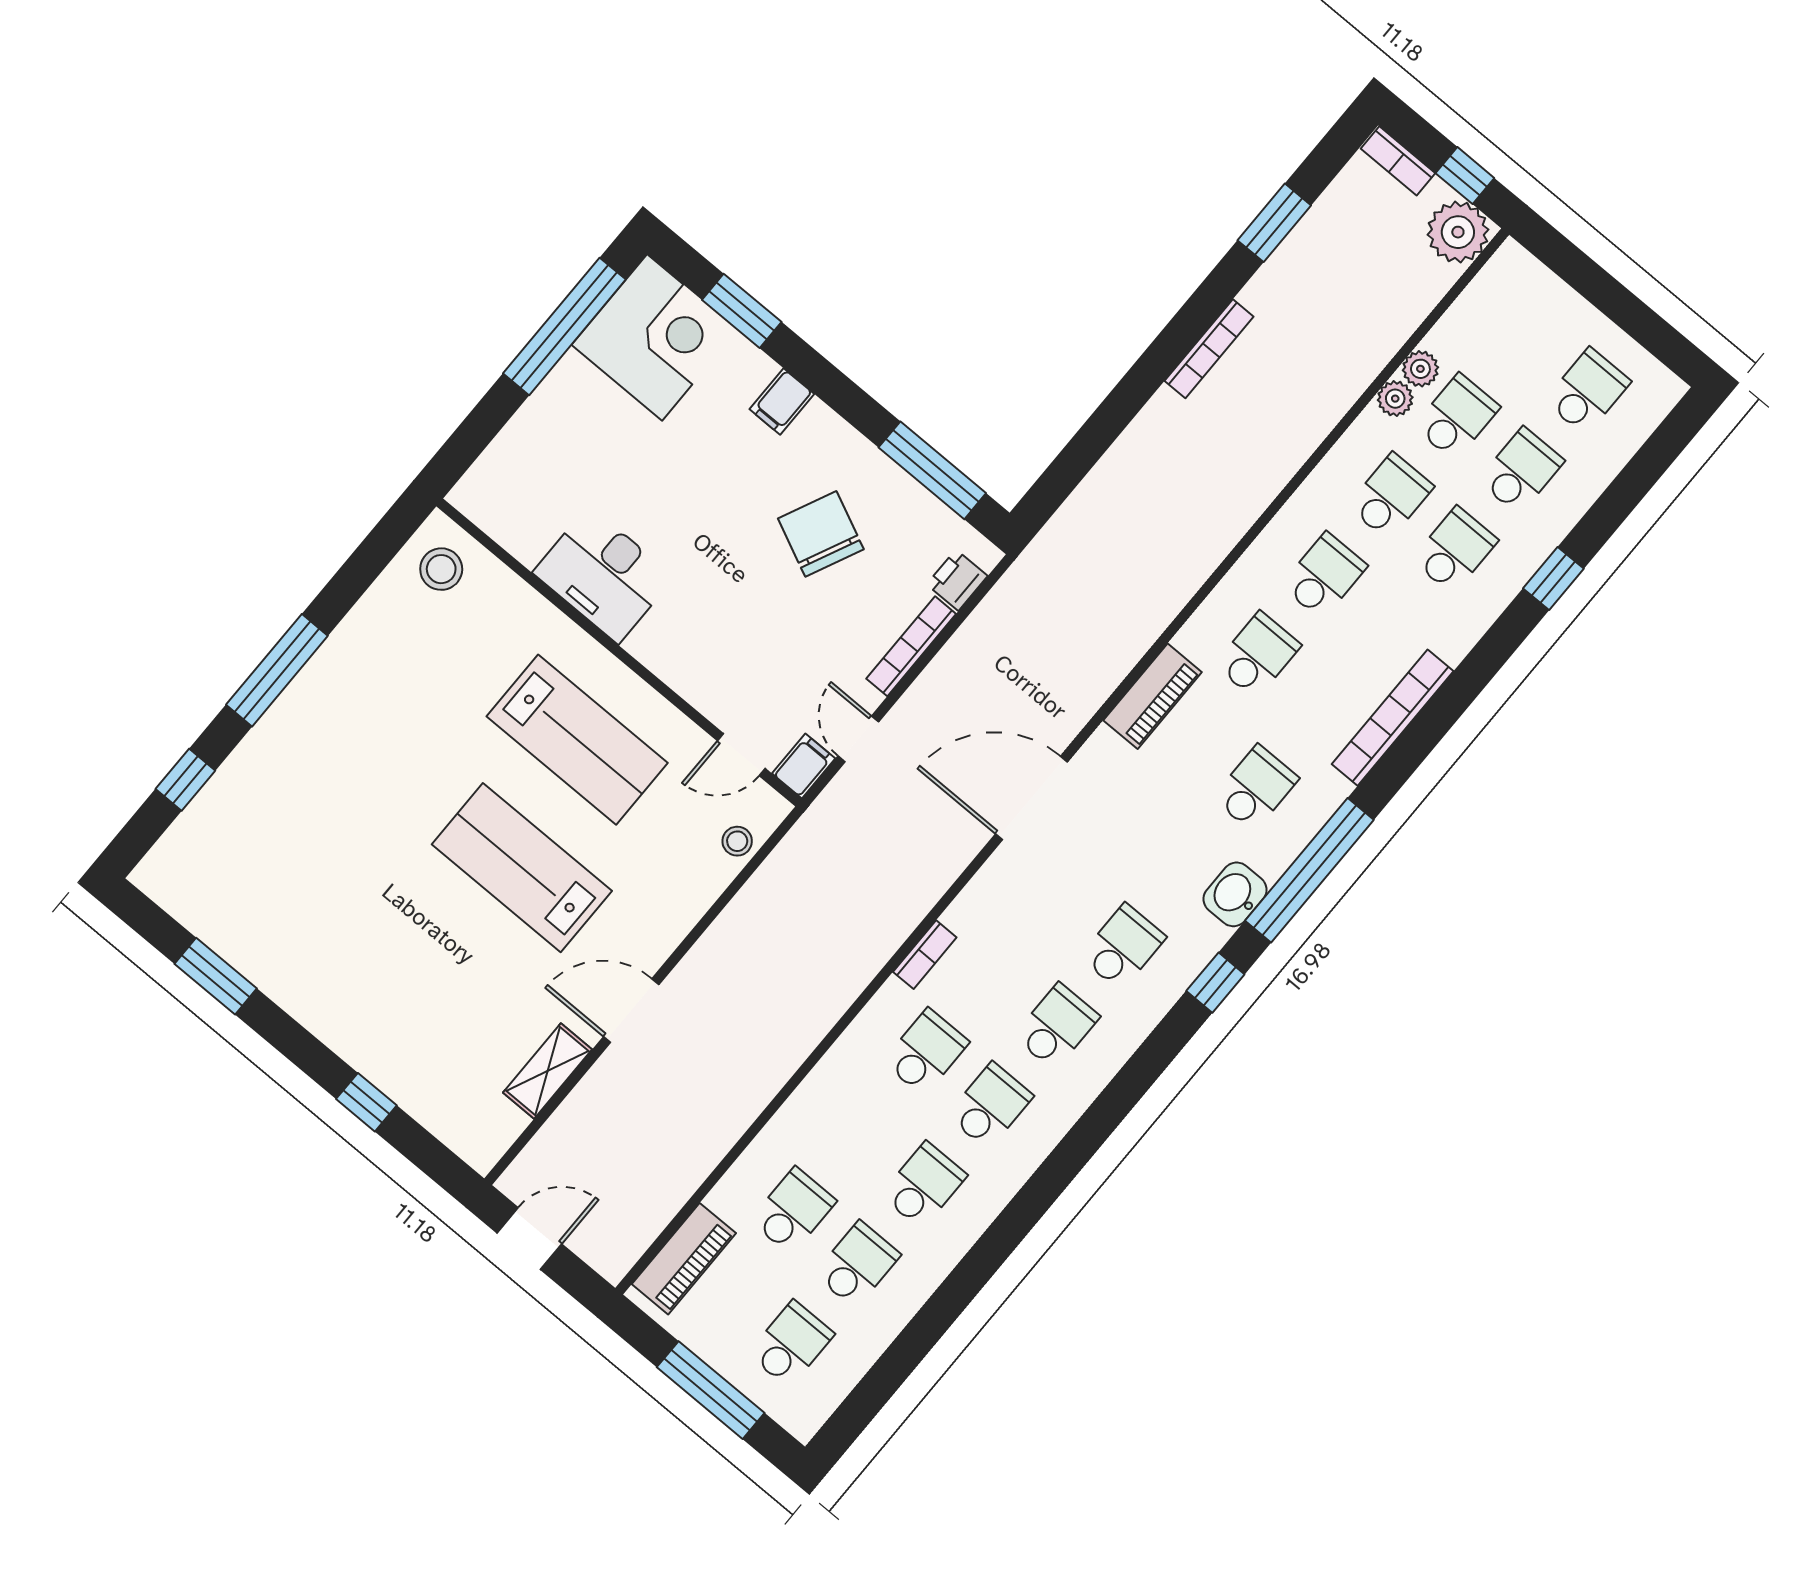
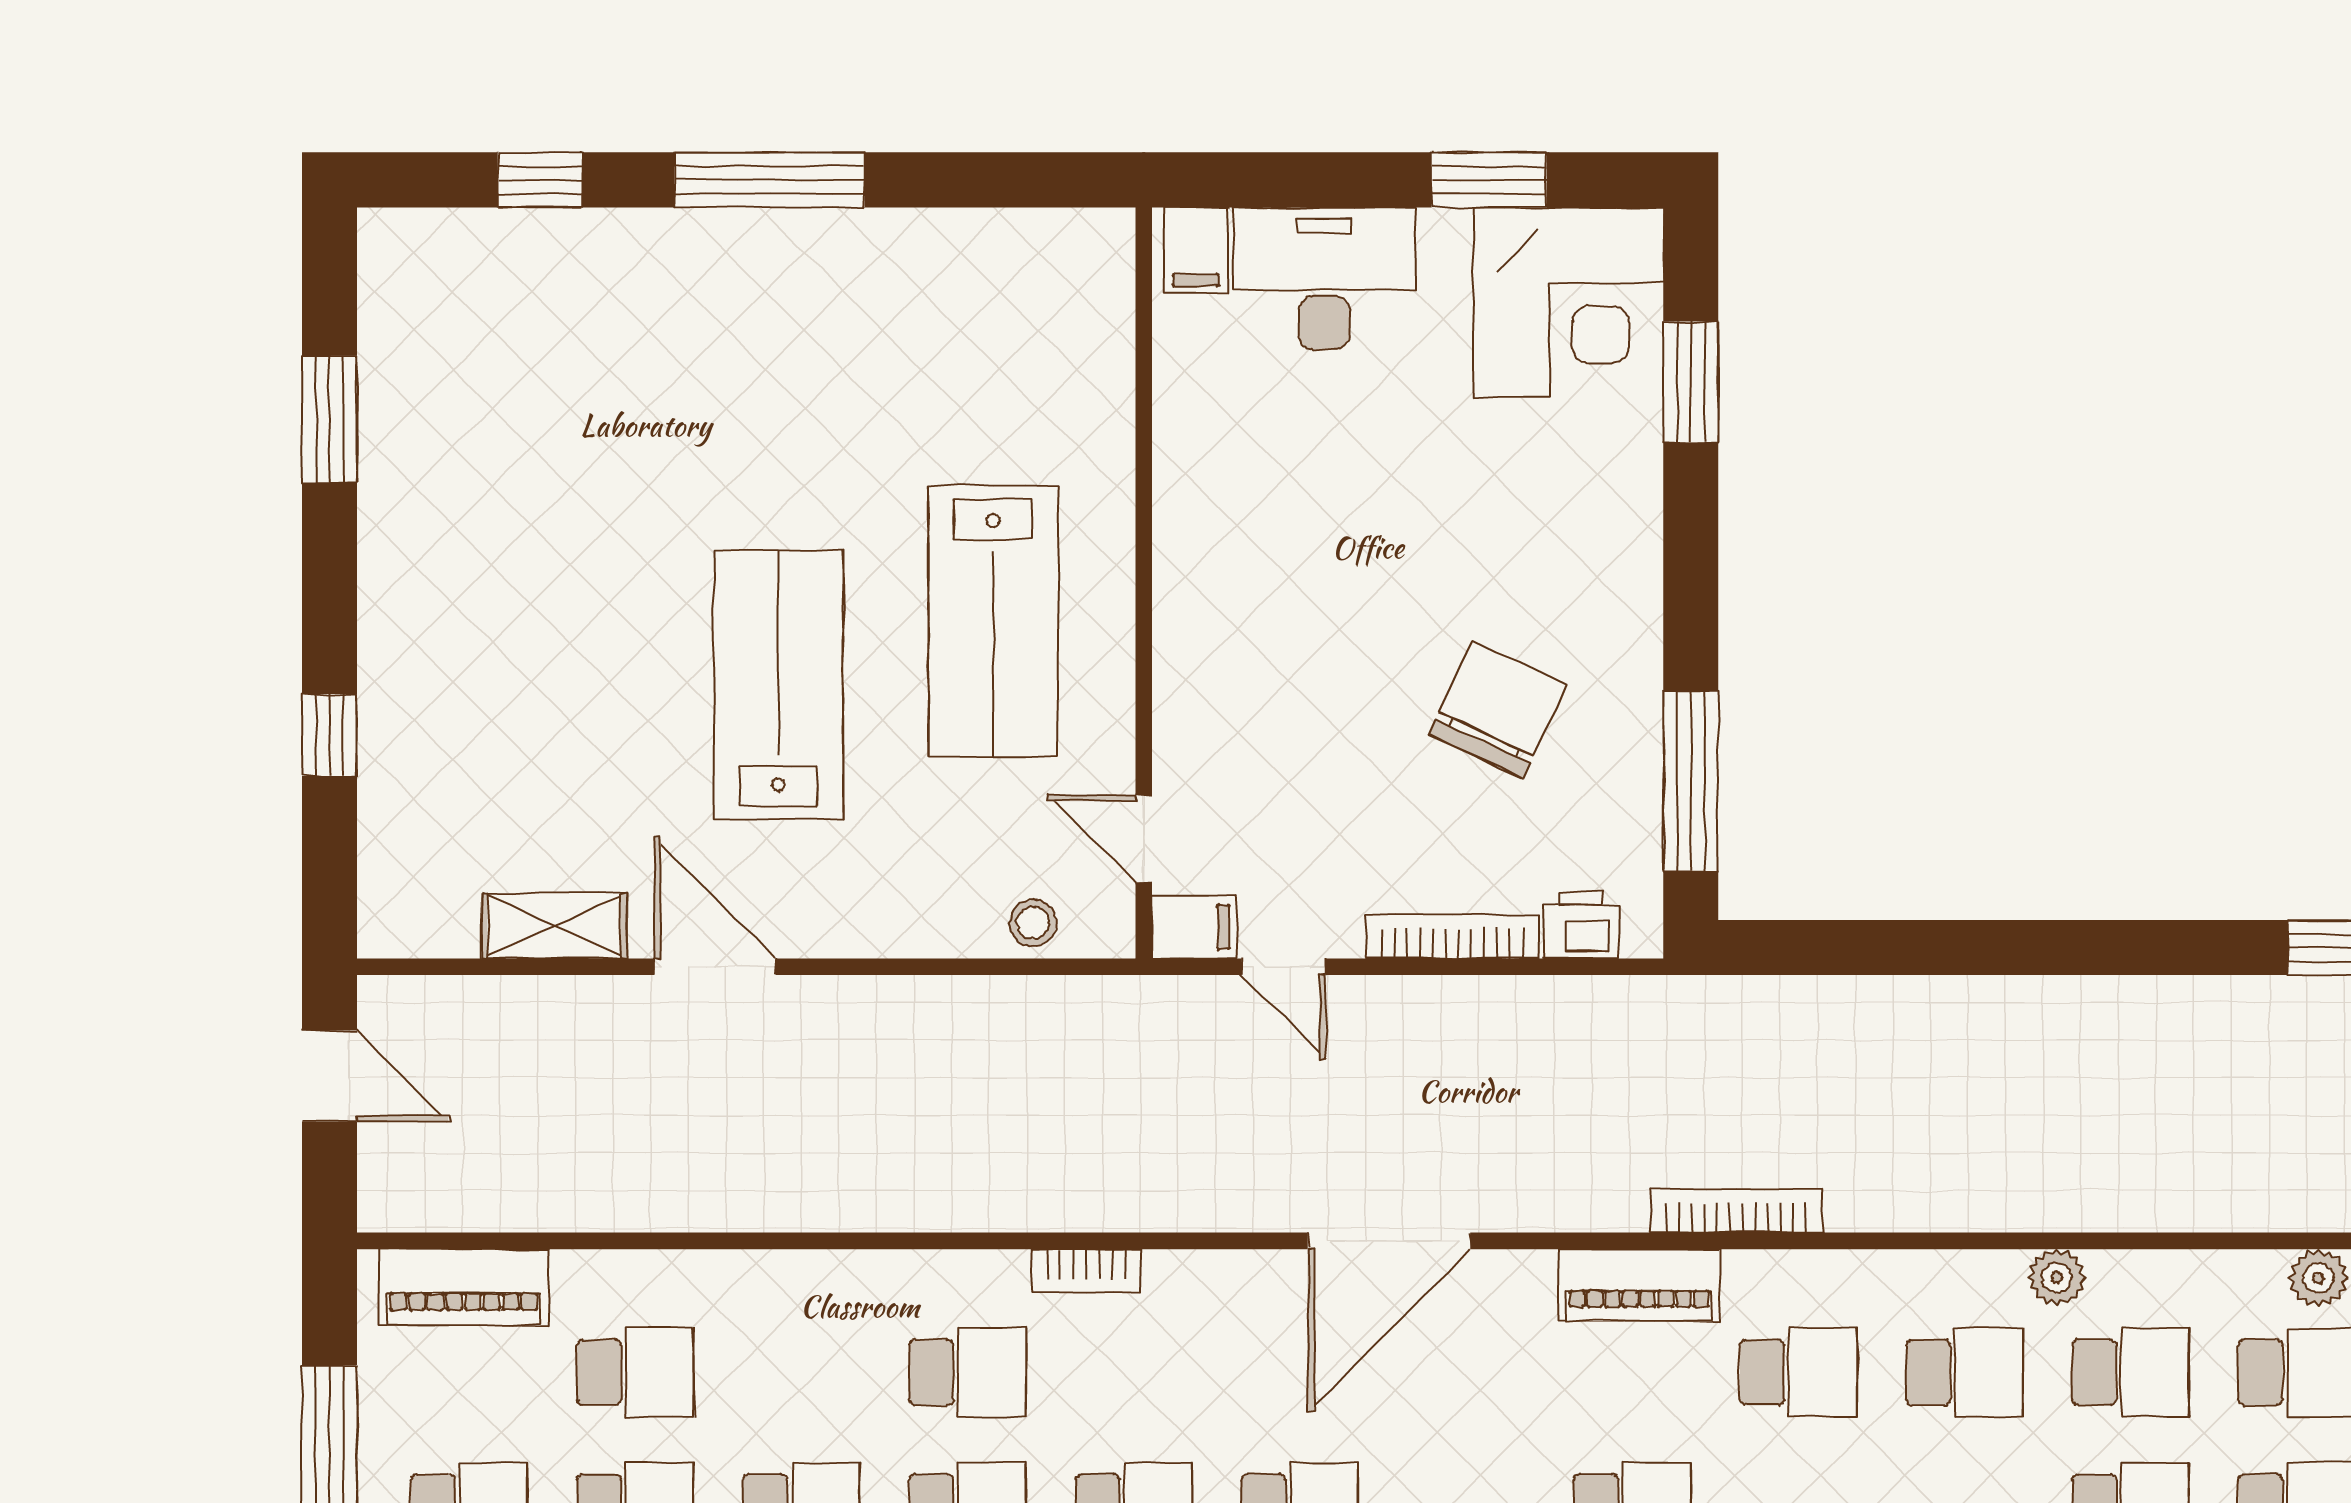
window: (564, 326) -> (1489, 180), width x0.47
bookcase: (1209, 349) -> (1736, 1211), moved, turned 180
plant: (1395, 399) -> (2057, 1278), moved
filing cabinet: (782, 402) -> (1196, 250), moved, turned -90
stool: (441, 569) -> (1063, 278), removed
desk: (603, 575) -> (1324, 279), moved, turned 90
door: (858, 739) -> (1284, 967), swing flipped
door: (1031, 798) -> (1389, 1241), swing flipped

